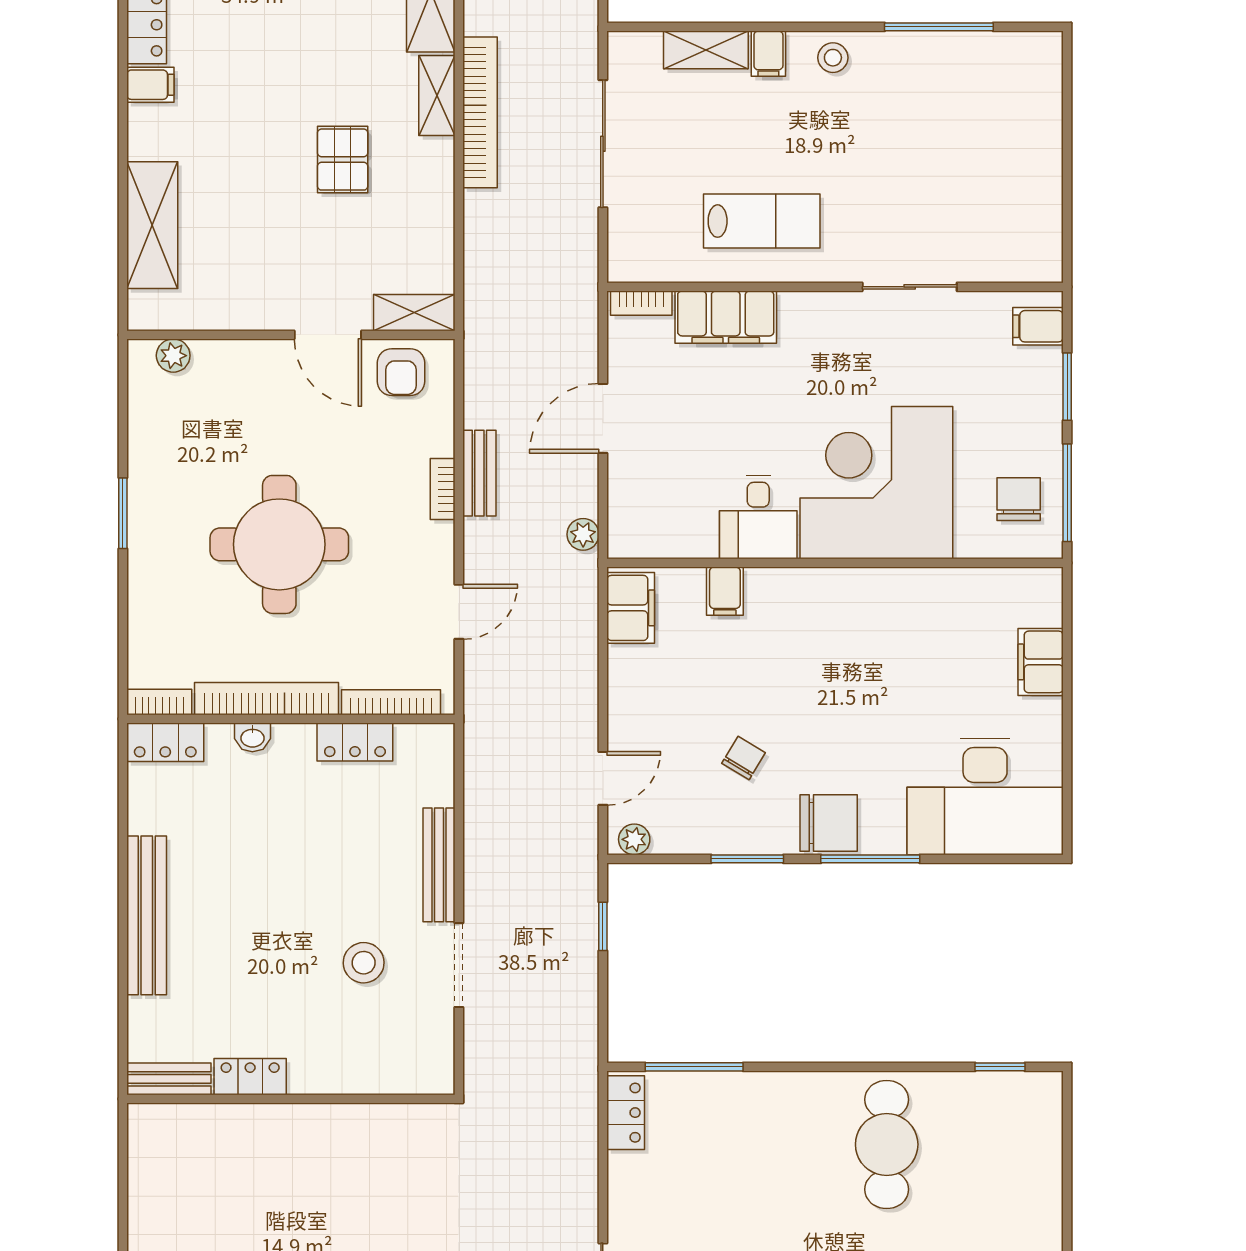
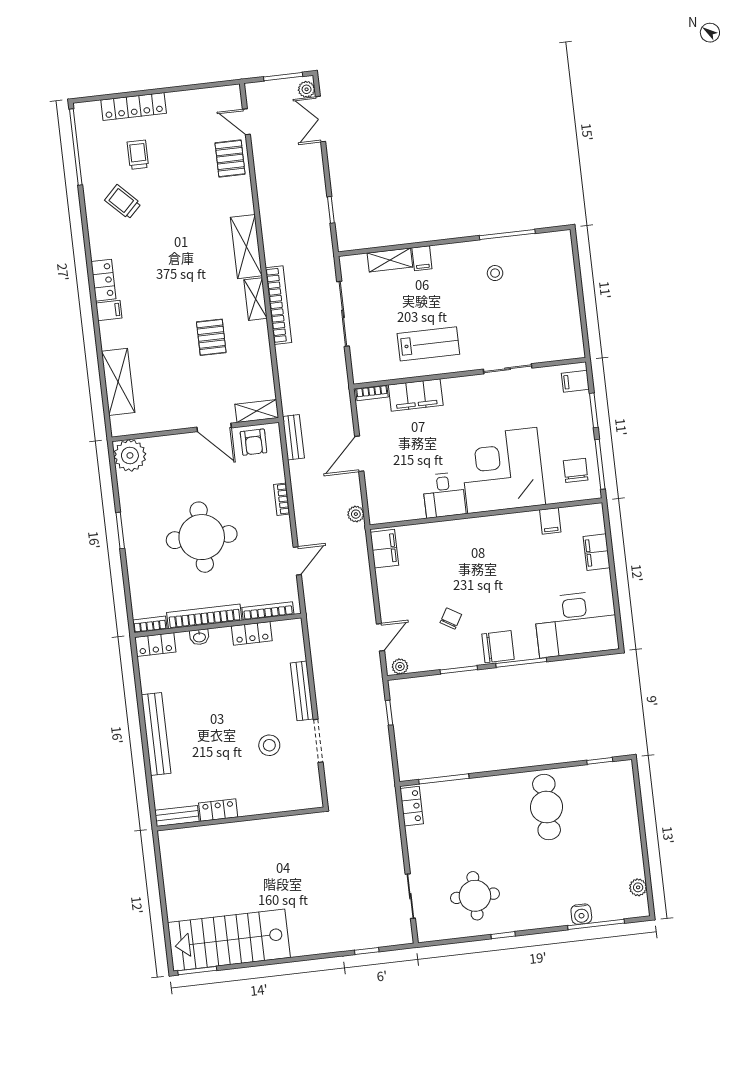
stool: (833, 58) -> (495, 273), moved
plant: (173, 356) -> (130, 455), width x1.88, depth x1.88
bench: (479, 473) -> (293, 437), moved
filing cabinet: (725, 591) -> (550, 521), moved

